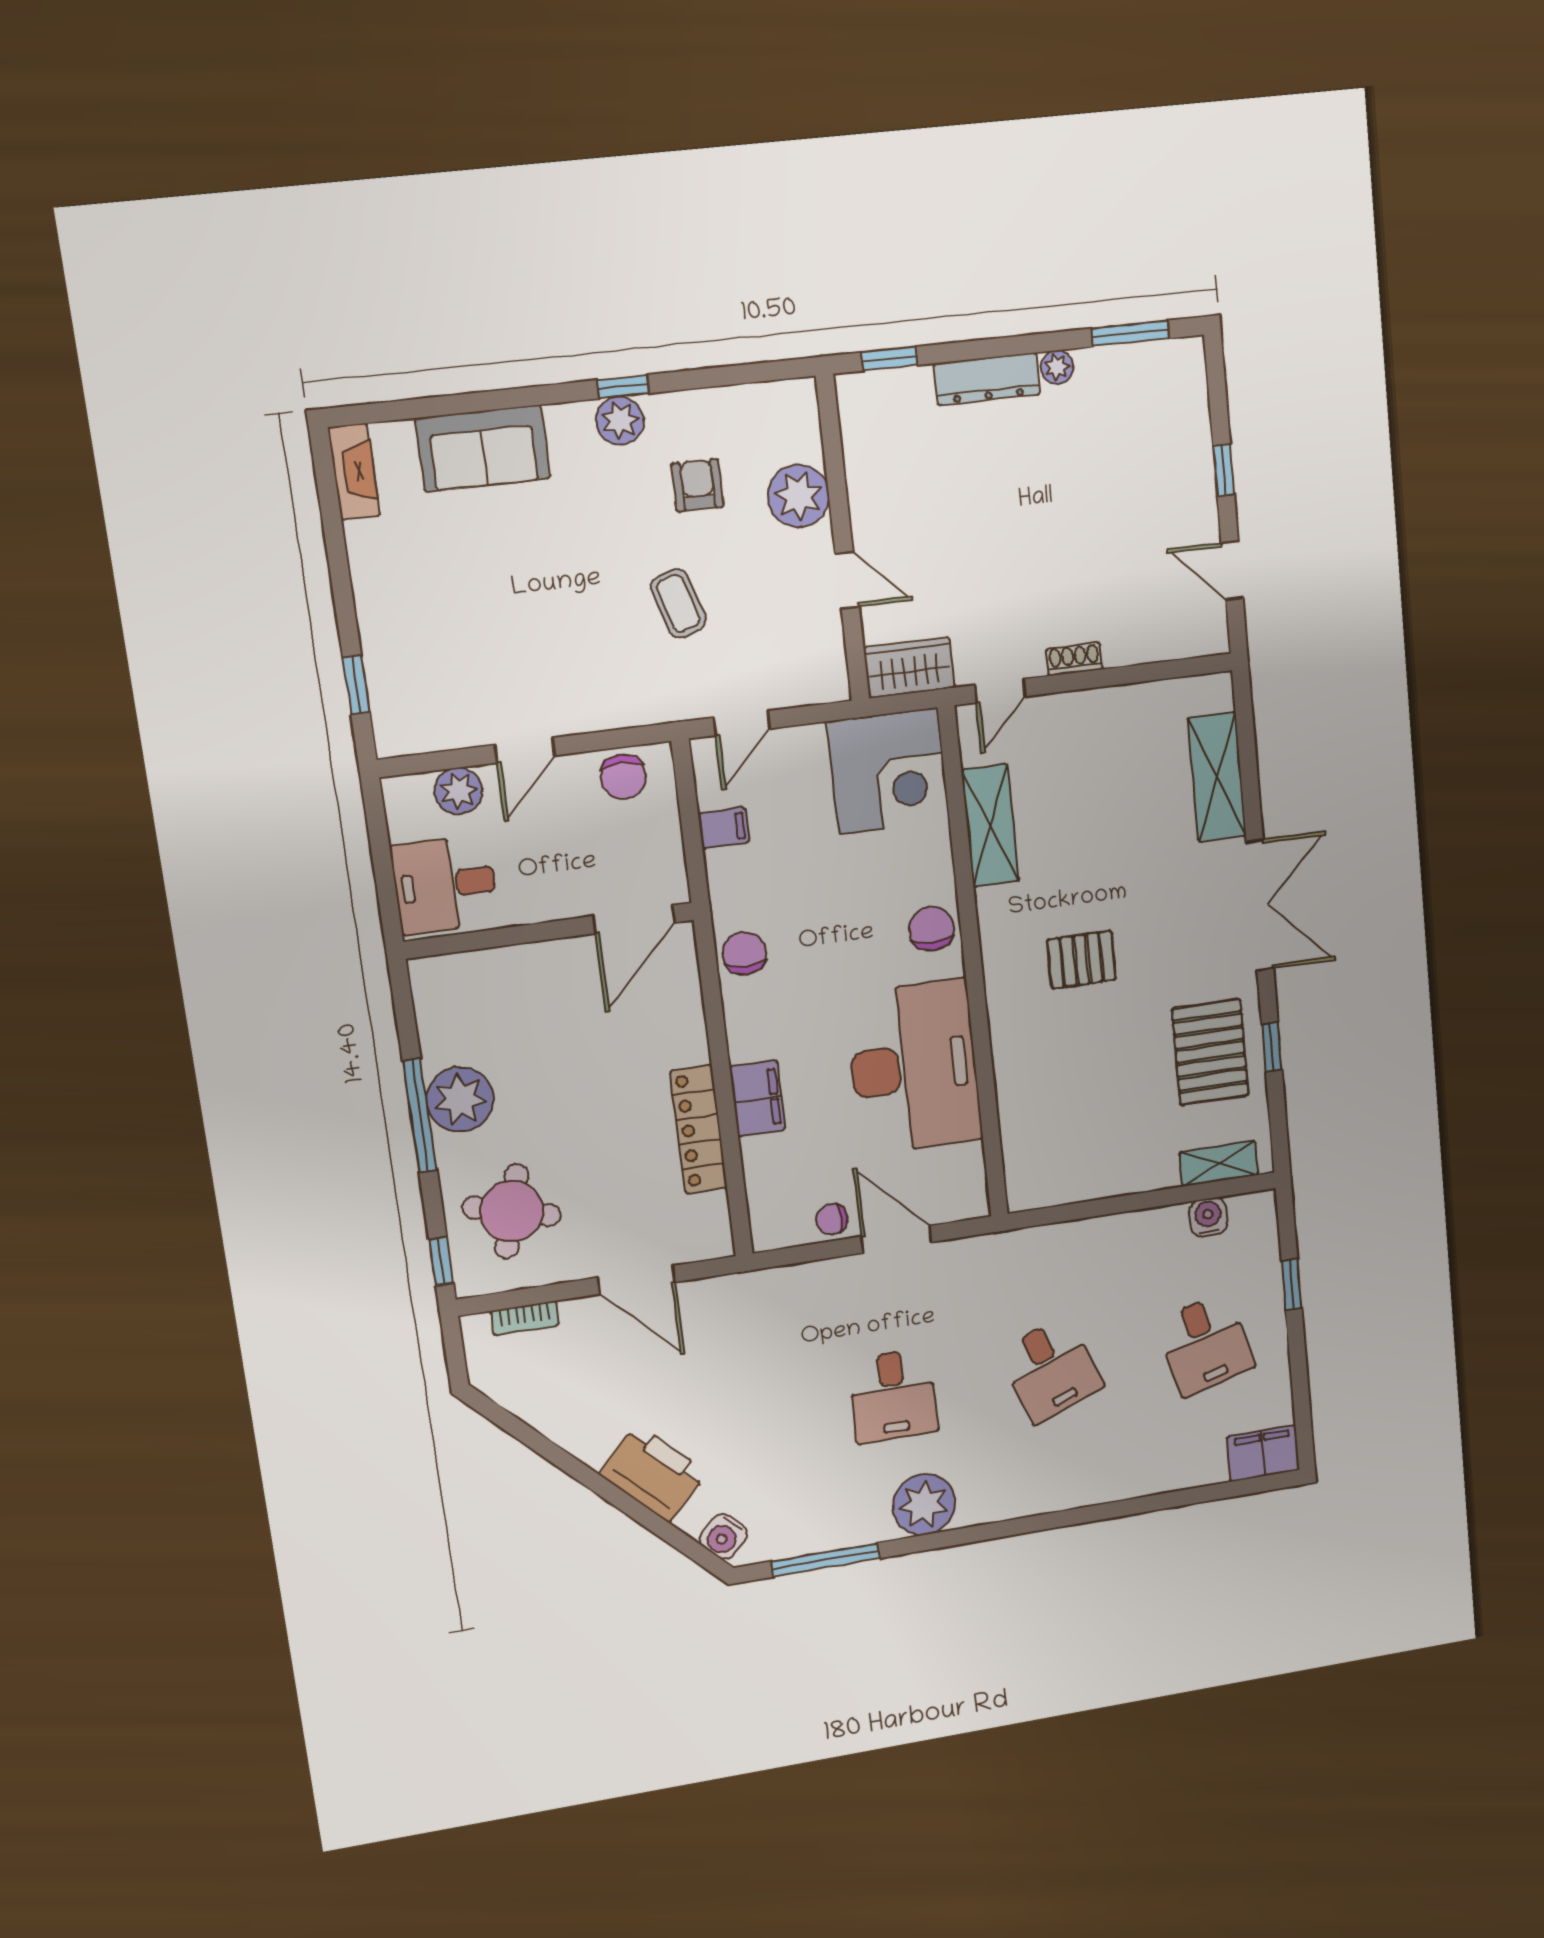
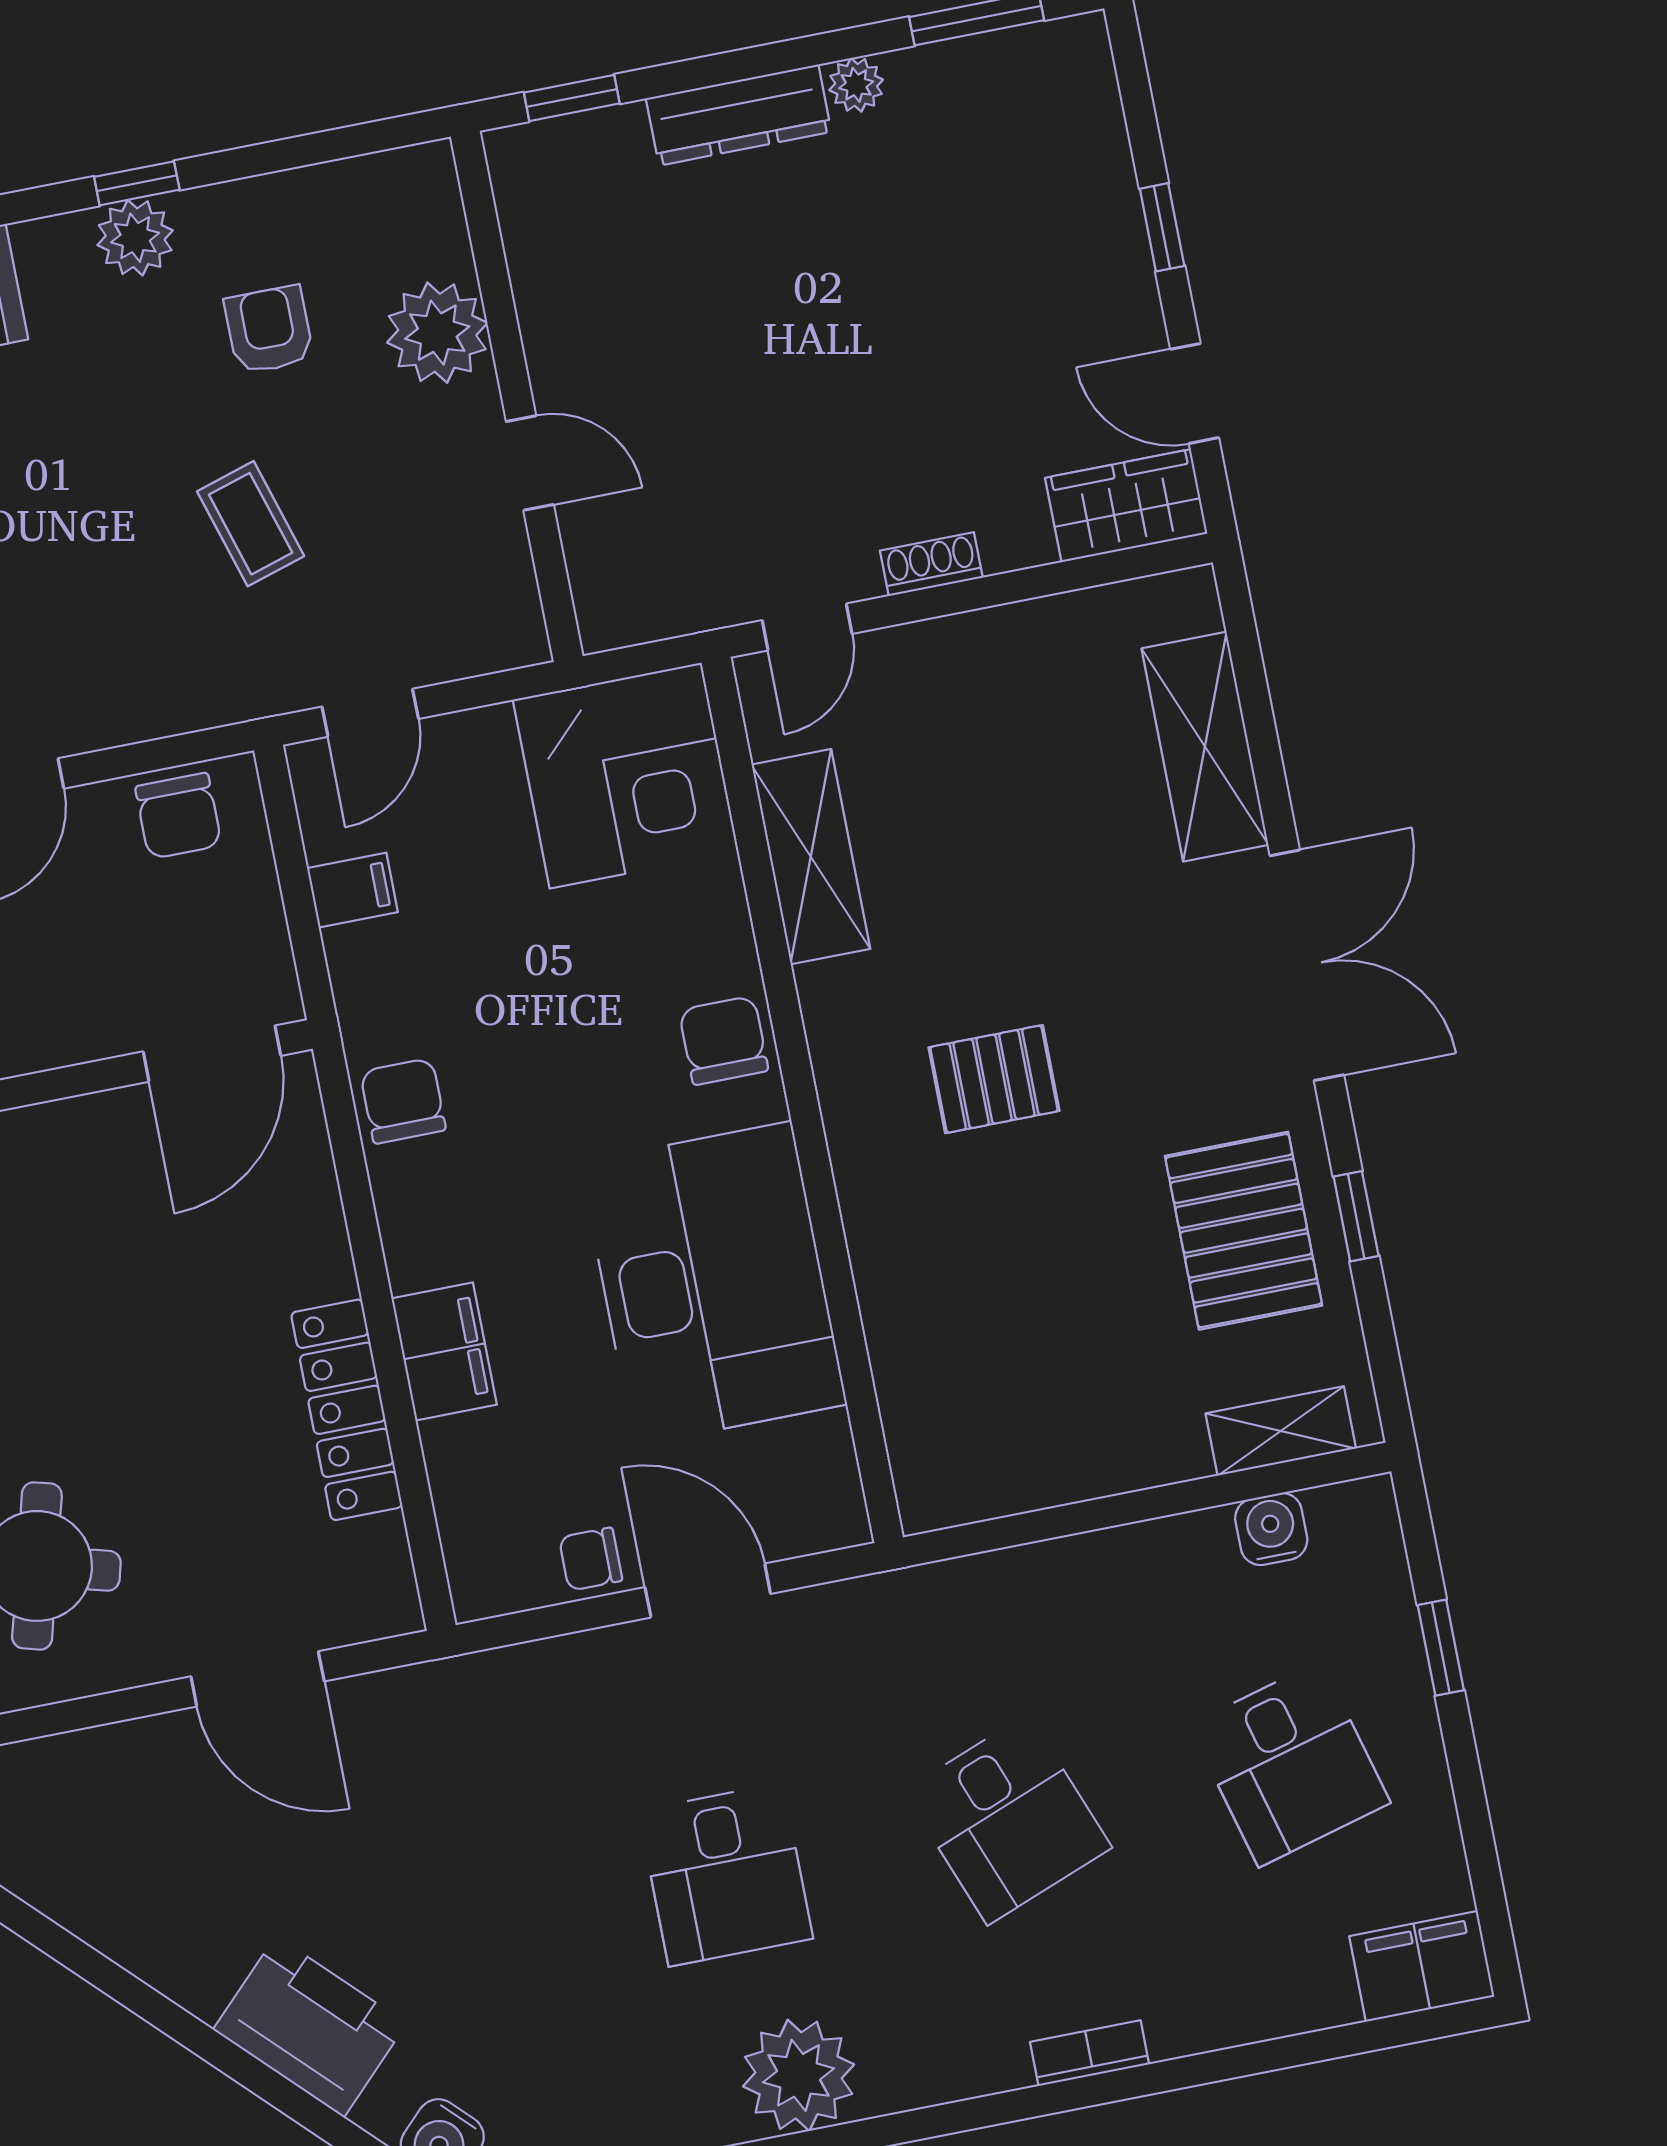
wardrobe: (909, 668) -> (1126, 506), moved
bookcase: (525, 1318) -> (1090, 2053), moved, turned 180

